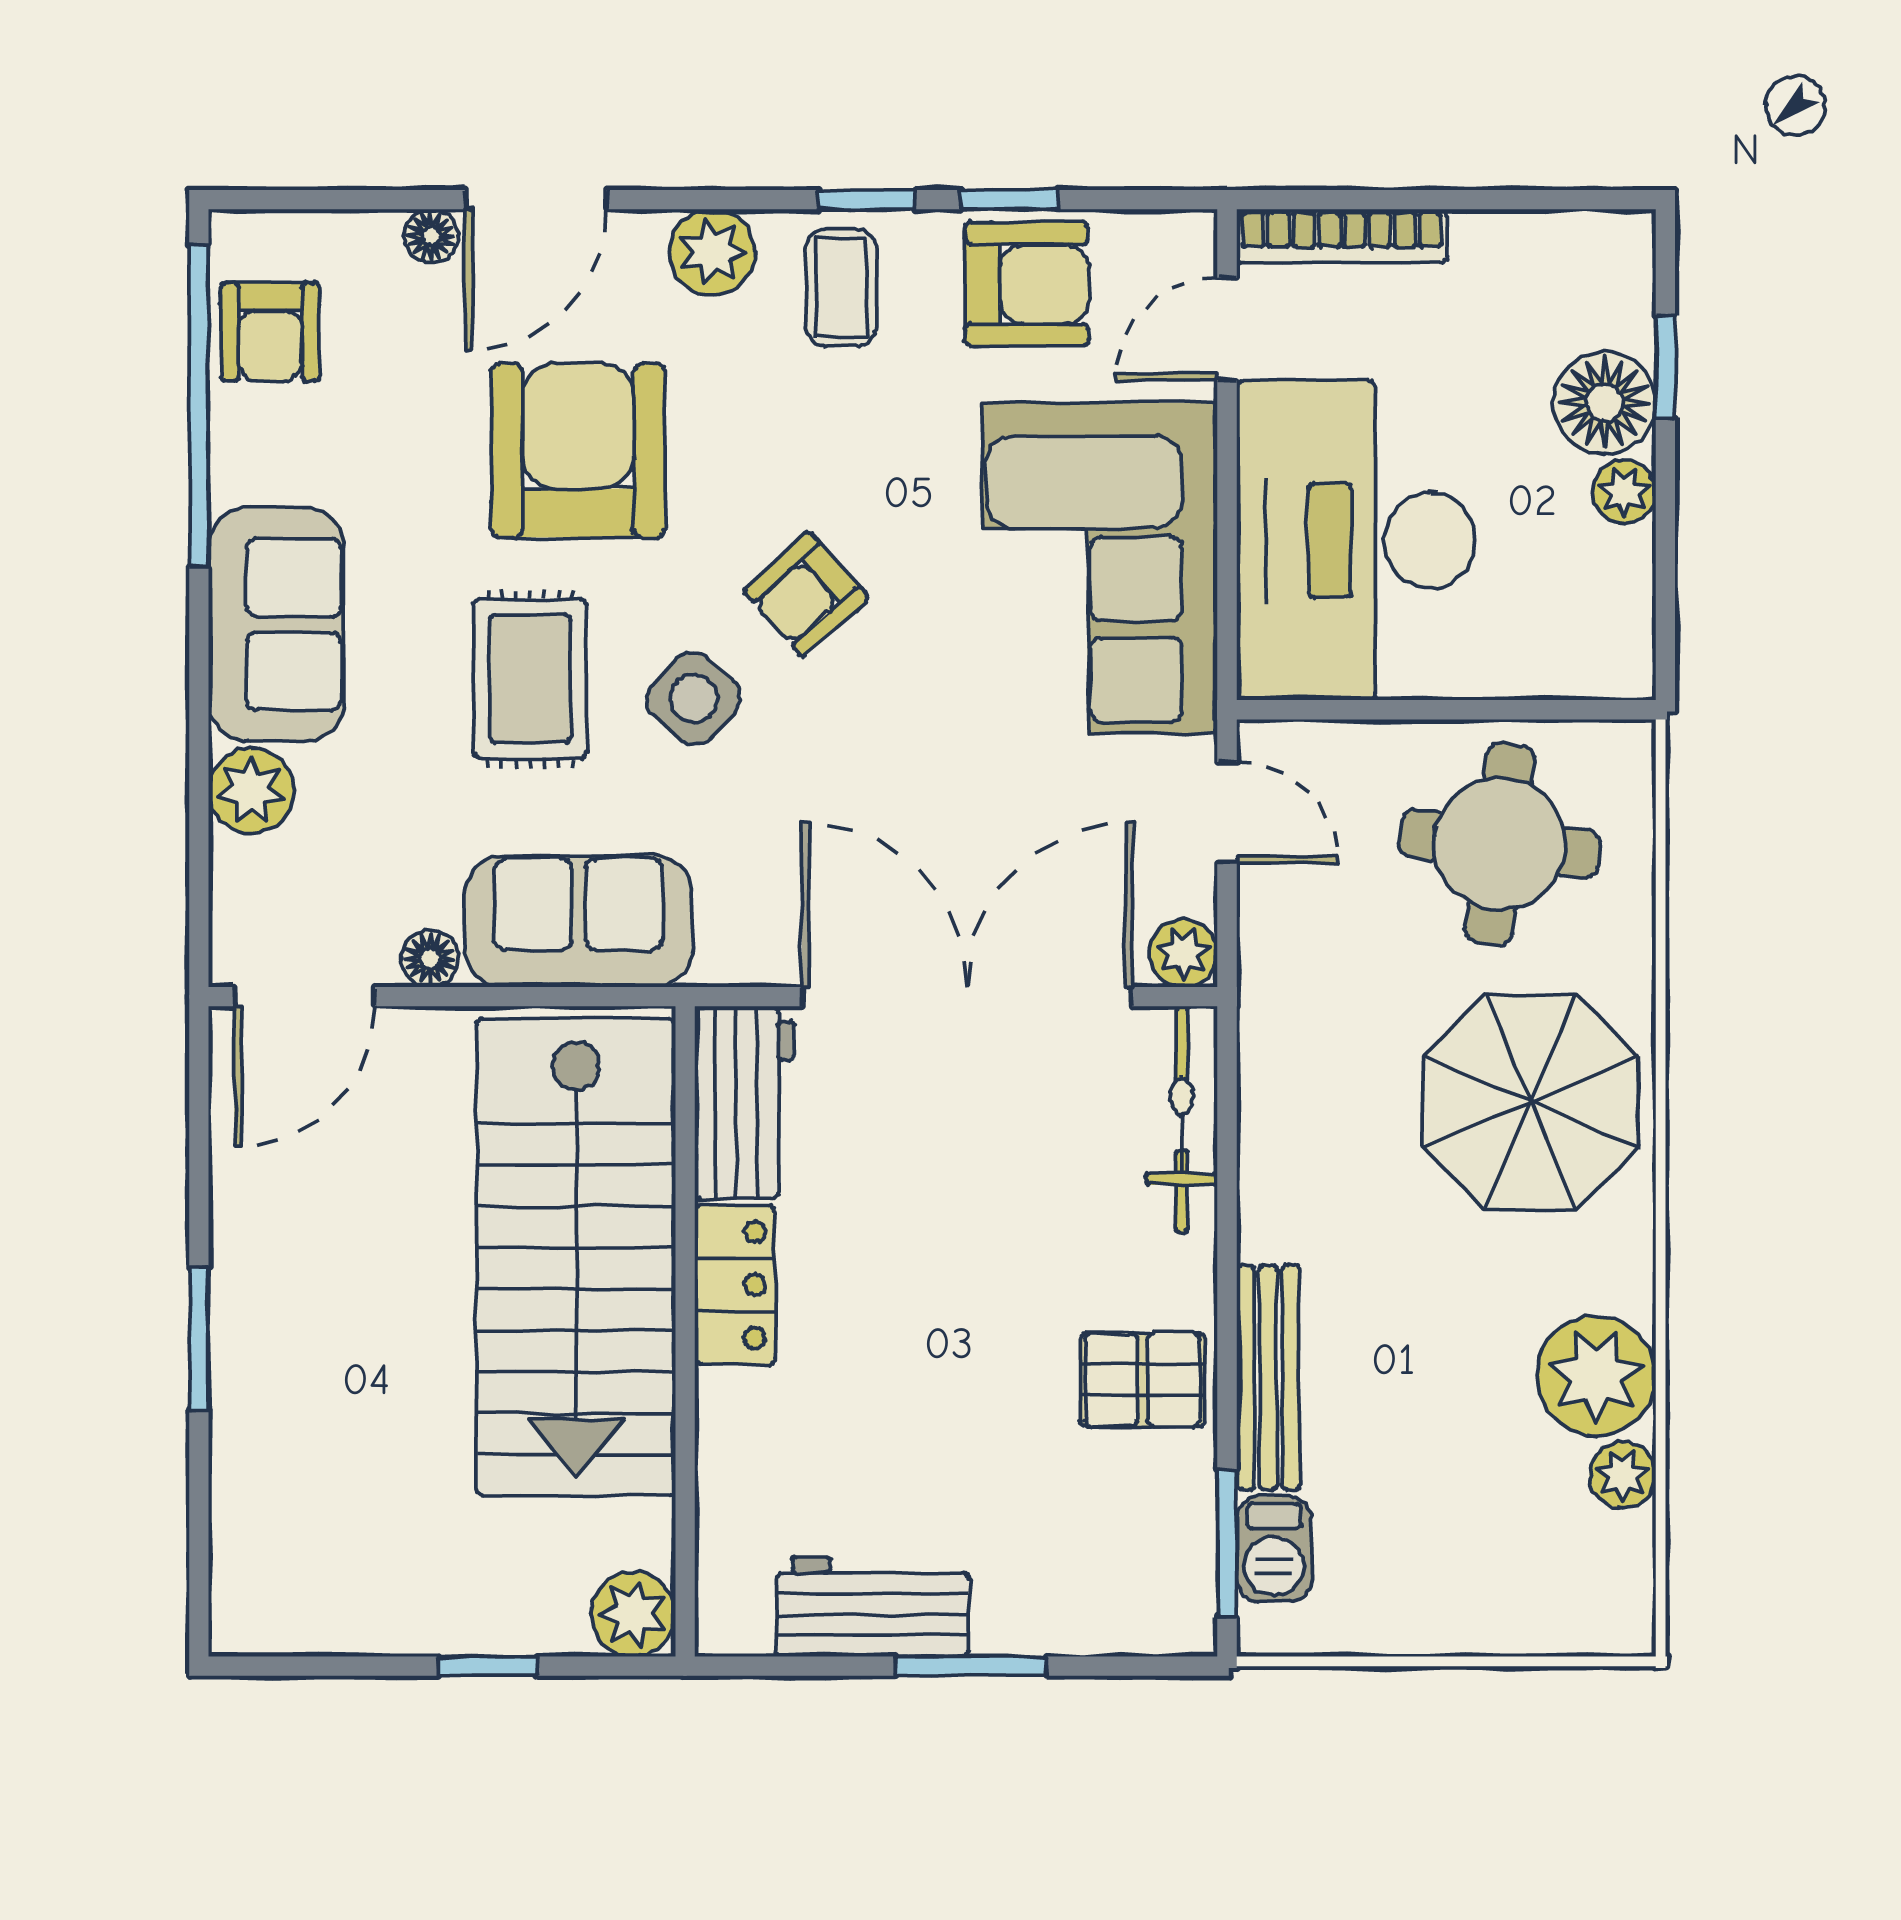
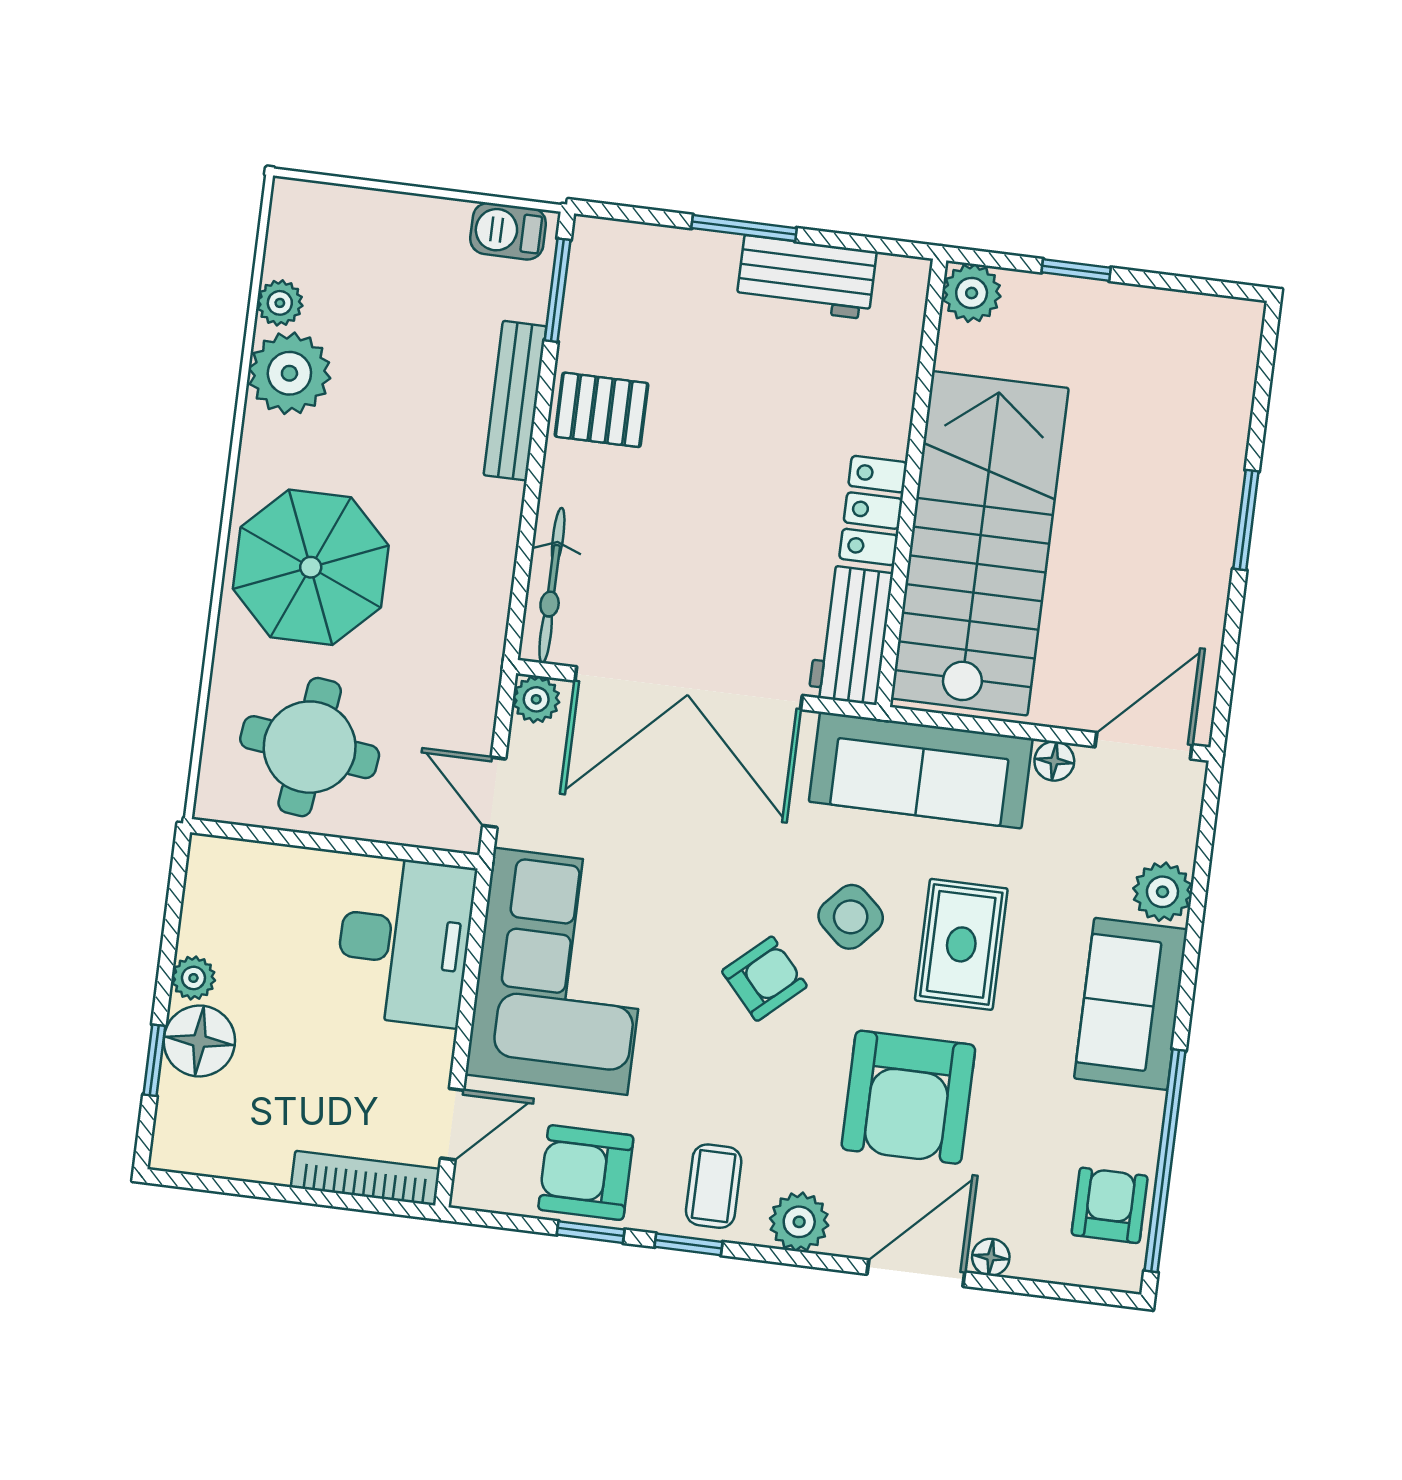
desk: (1356, 541) -> (405, 941), width x0.73, depth x0.77
sofa: (579, 921) -> (921, 770), width x1.36
barbecue: (1274, 1549) -> (508, 231), moved, turned -90

